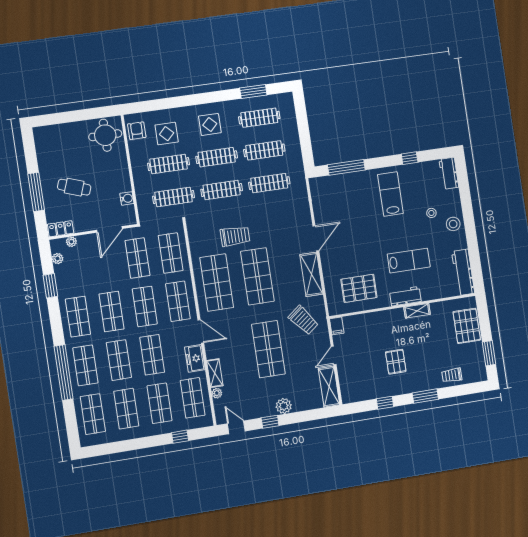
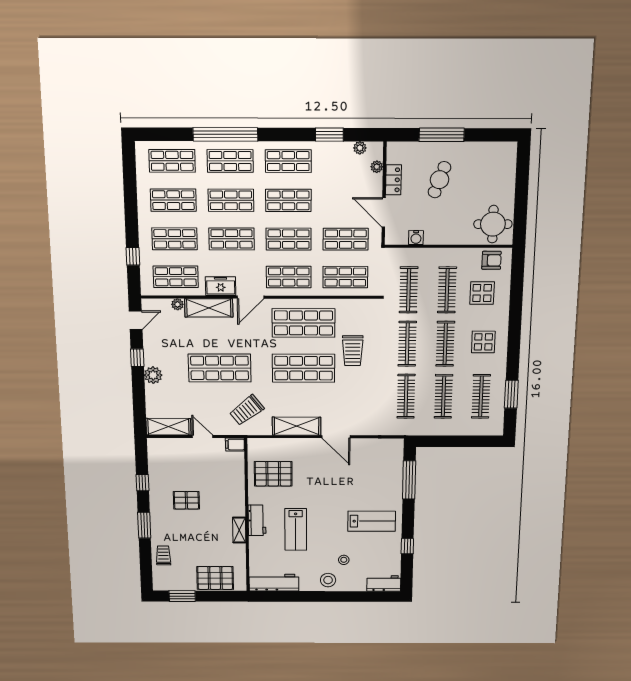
locker: (61, 229) -> (393, 180), moved
pallet: (359, 288) -> (273, 474), turned 90
shelving: (215, 373) -> (209, 308), width x1.50, depth x1.33

